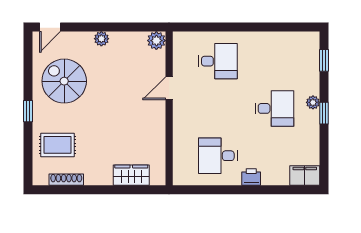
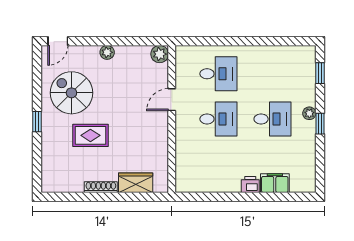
rug: (58, 145) -> (90, 135), moved
desk: (218, 156) -> (218, 119), moved, turned 180
filing cabinet: (305, 176) -> (275, 183), moved
shoe rack: (66, 180) -> (101, 187), moved

